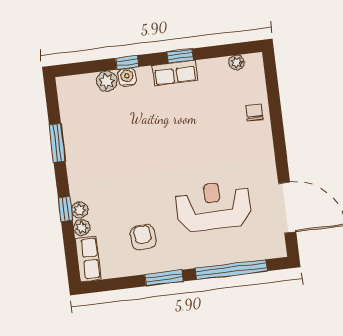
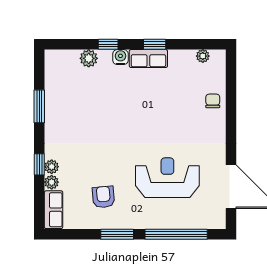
water cooler: (127, 77) -> (120, 57), moved

